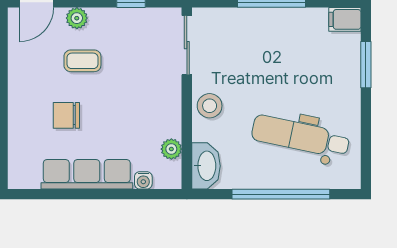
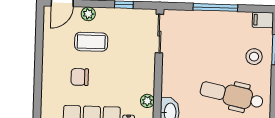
coffee table: (82, 61) -> (91, 42), width x1.36, depth x1.30
stool: (210, 106) -> (254, 57), moved

